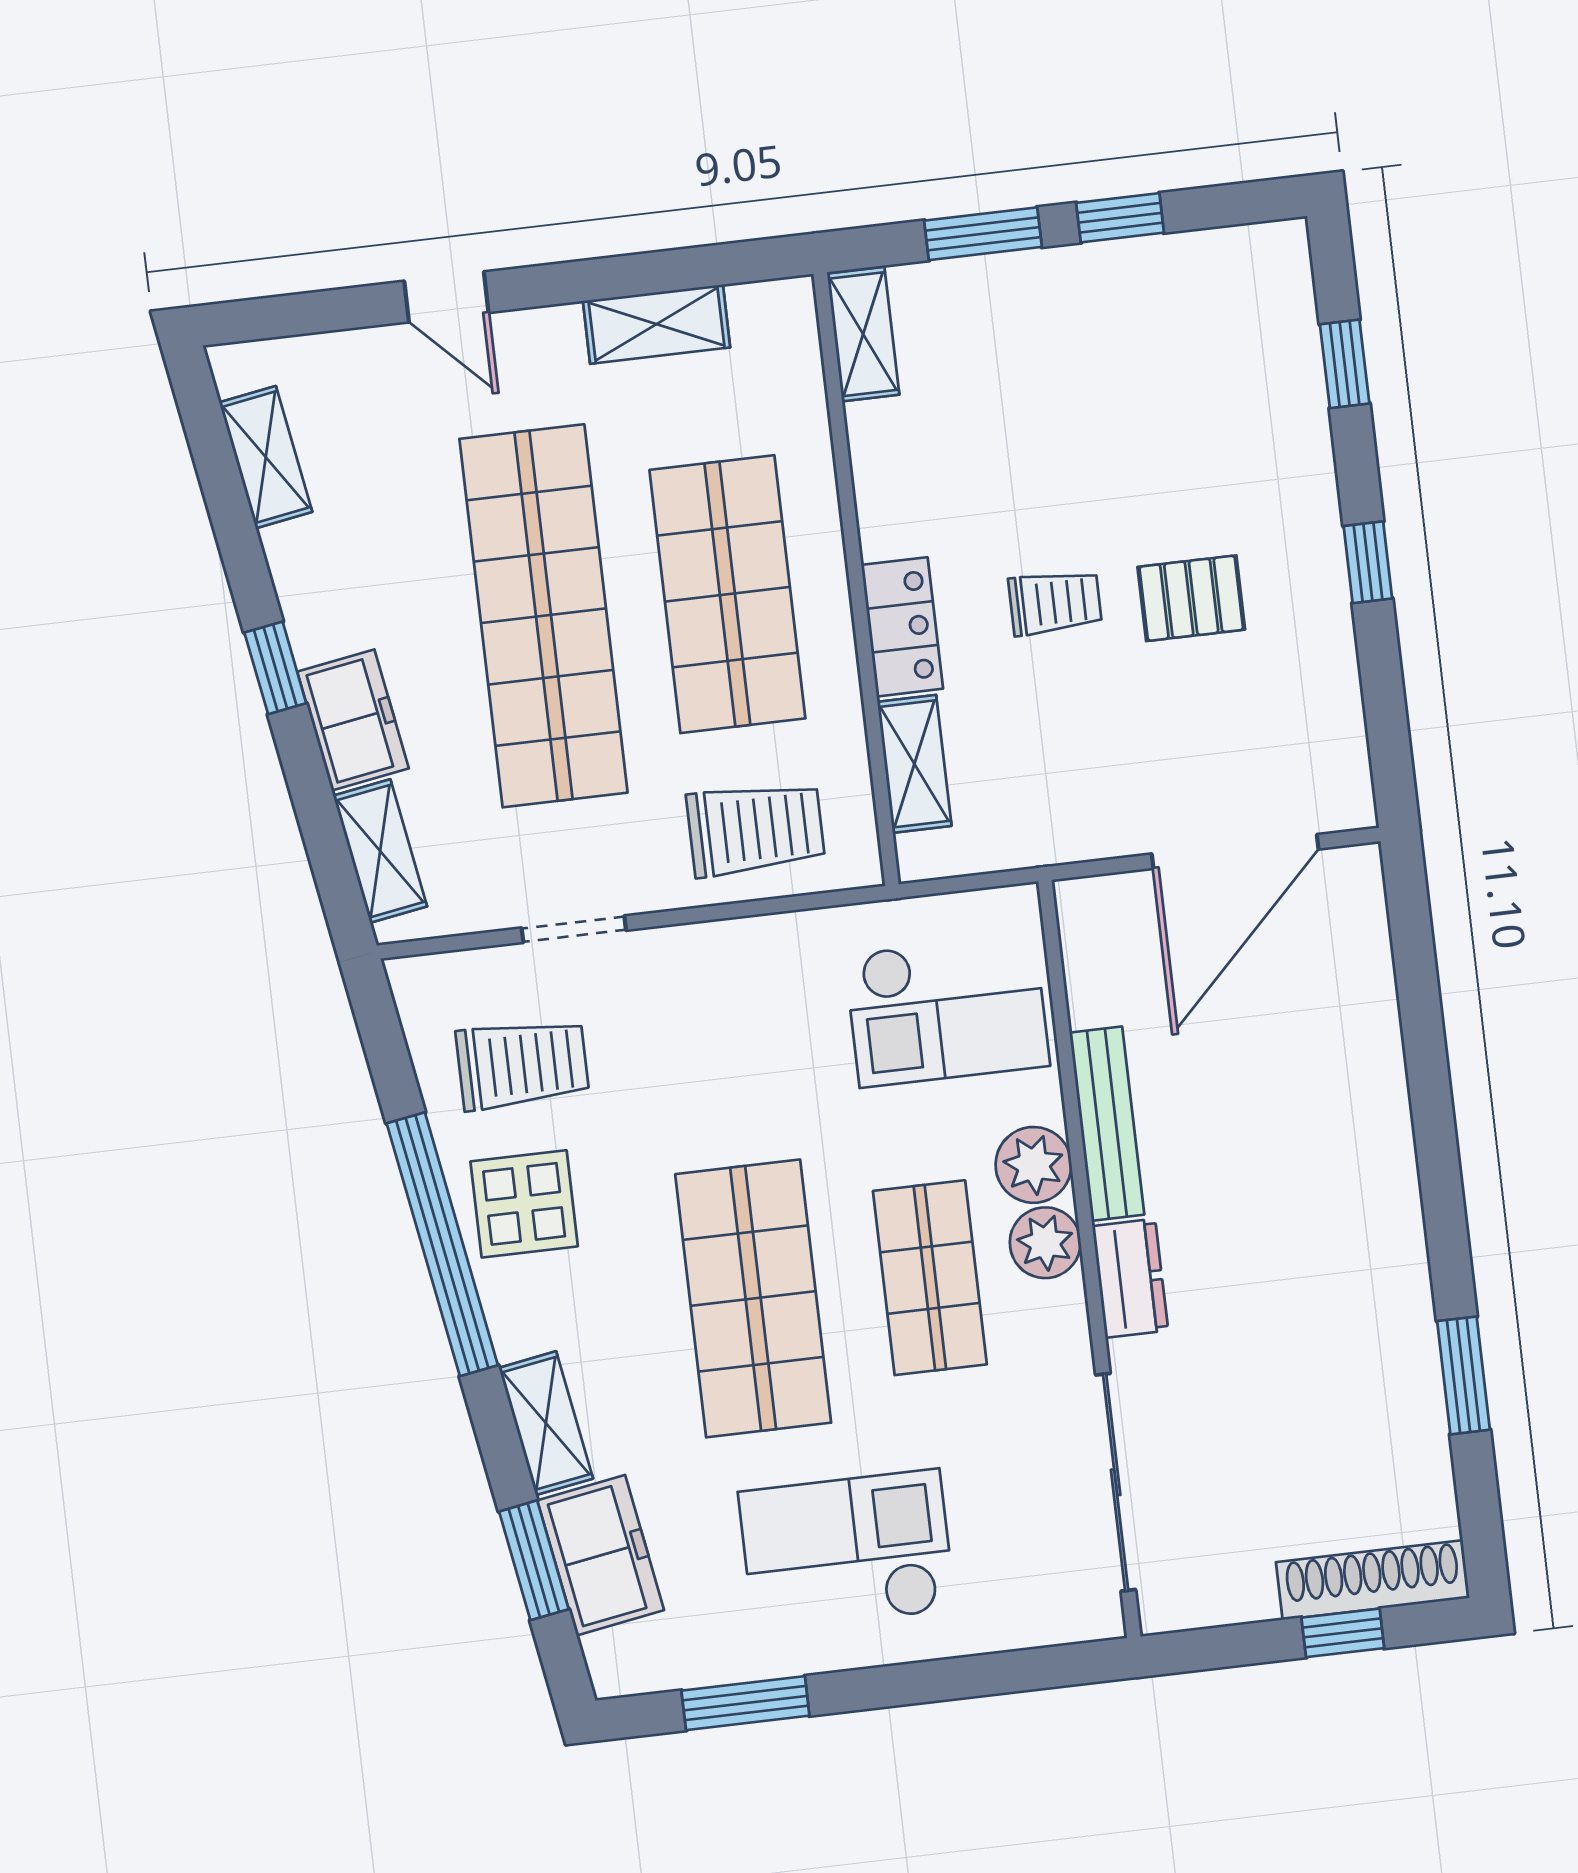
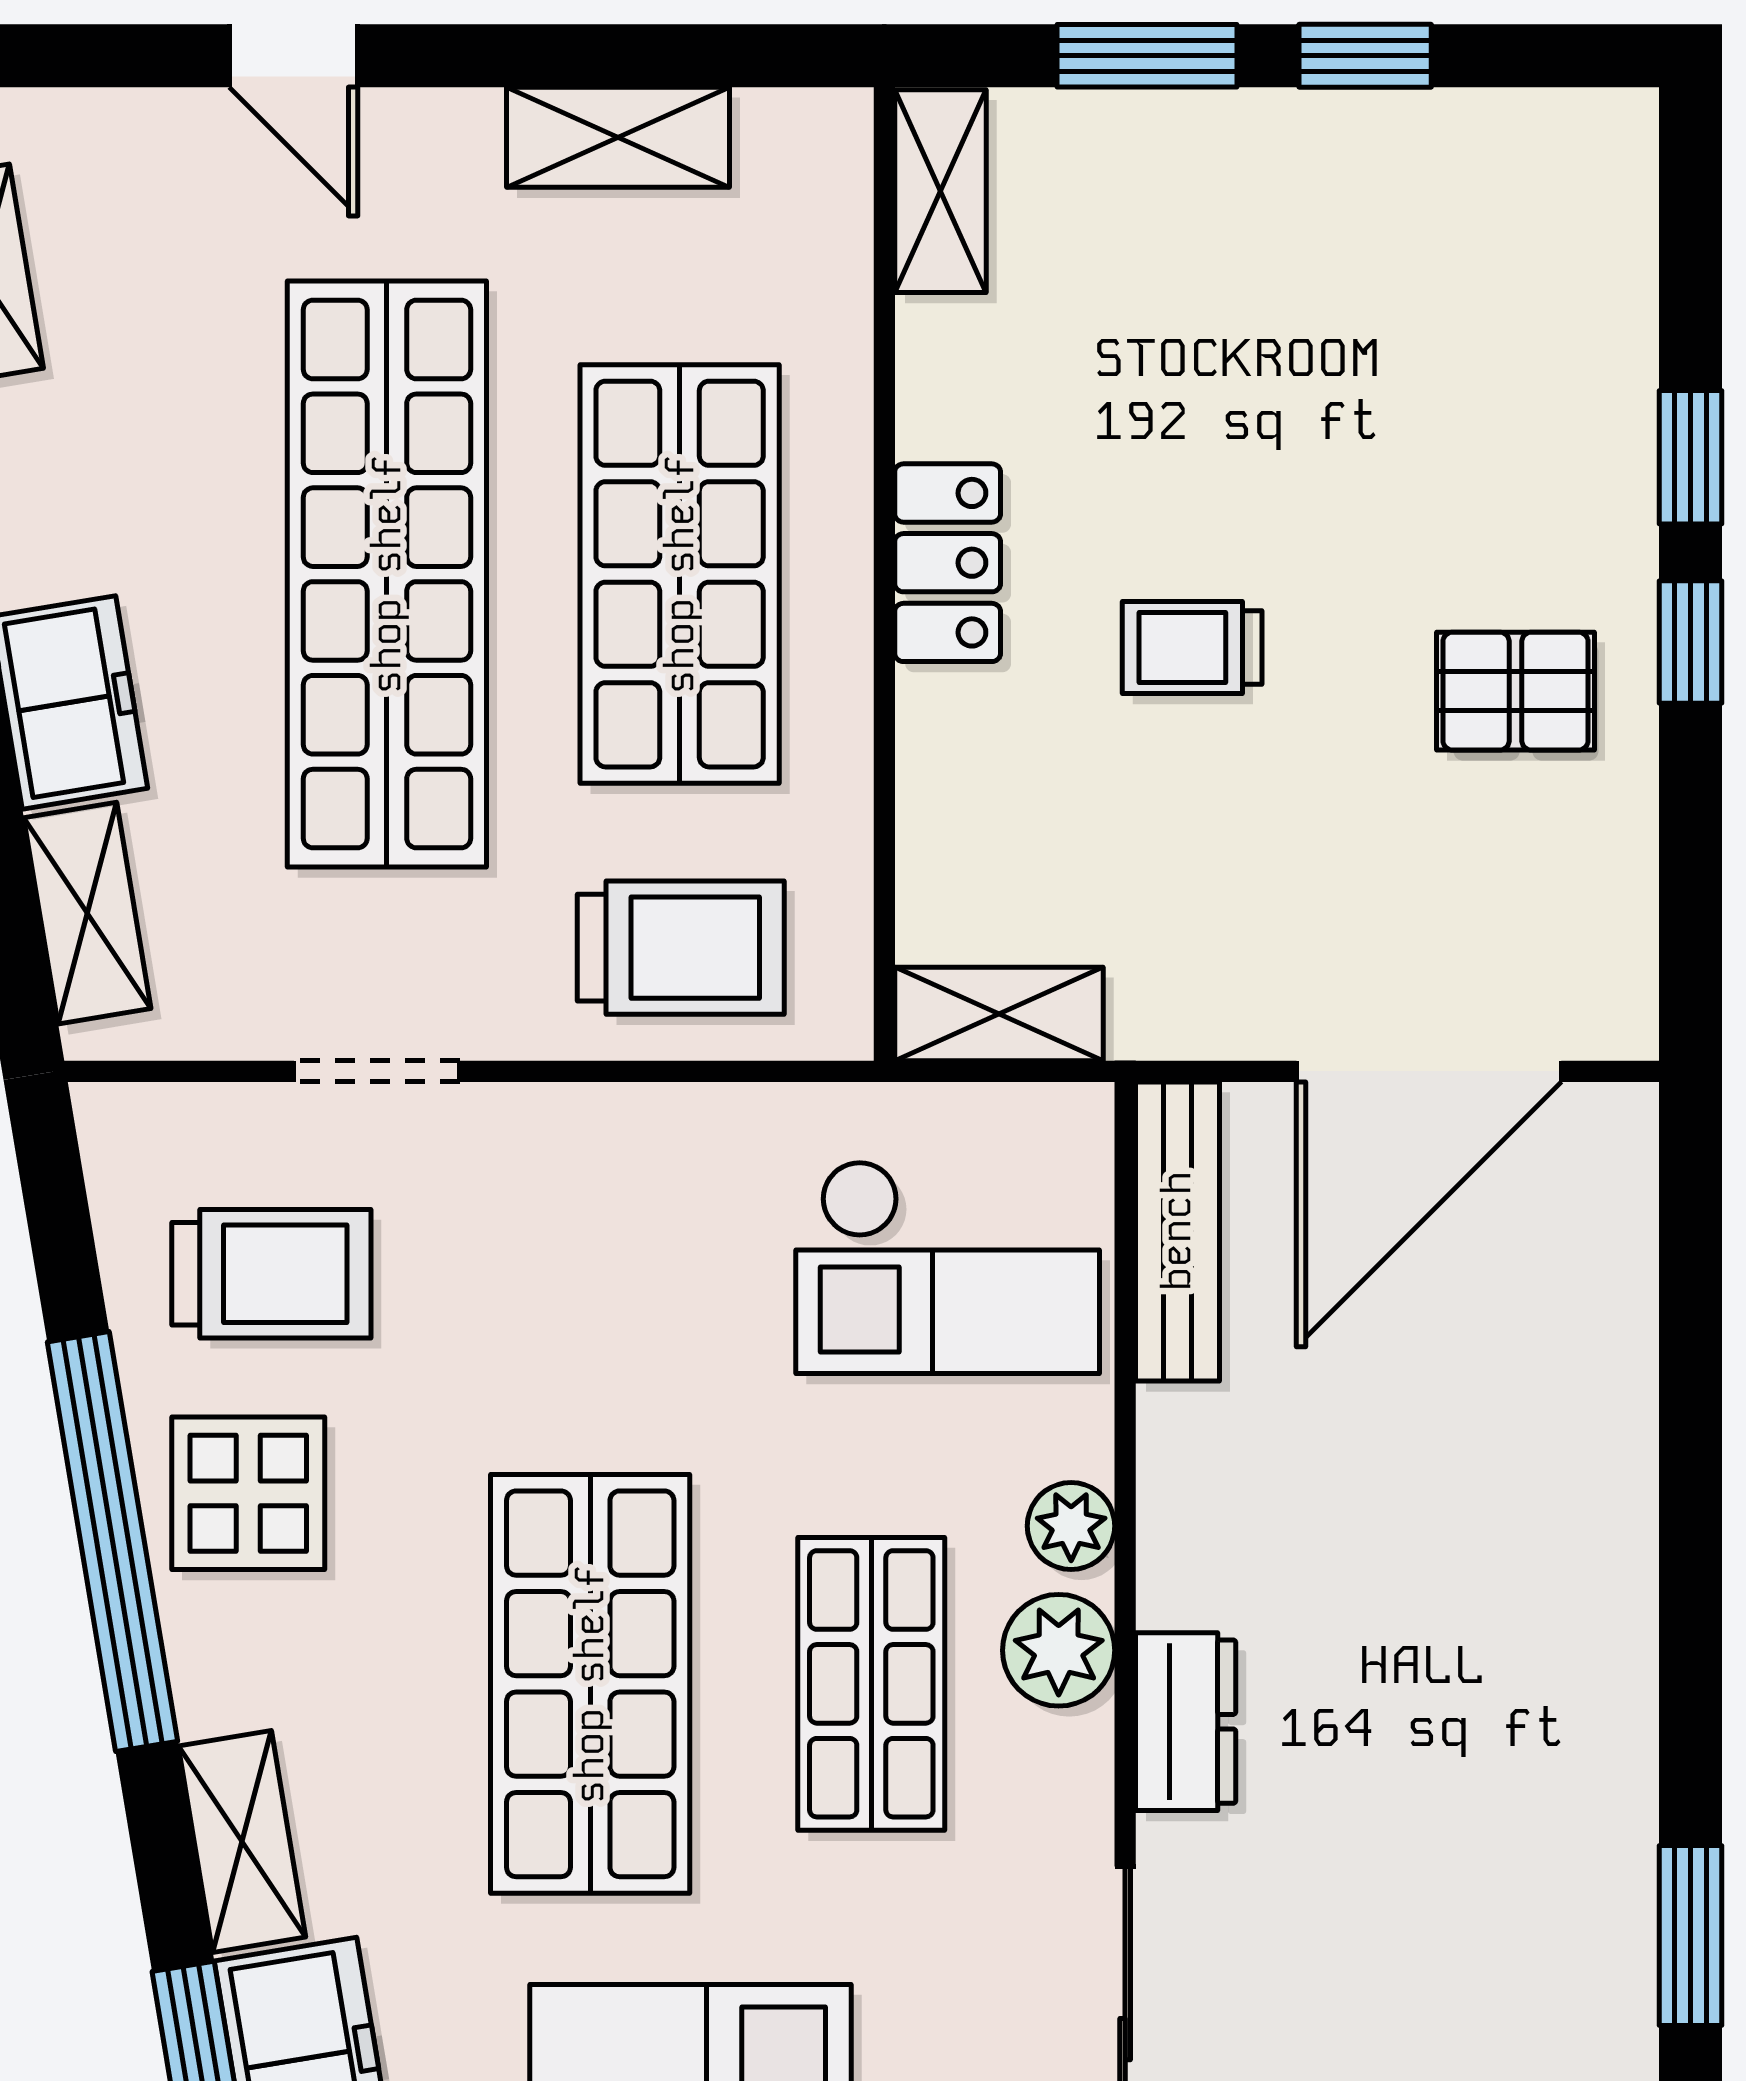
window: (1345, 364) -> (1690, 457), moved
pallet: (1191, 598) -> (1516, 691), moved
trolley: (1055, 603) -> (1192, 648), turned 180
locker: (902, 627) -> (948, 563), moved
shelving: (914, 764) -> (999, 1014), moved, turned 90
bench: (1107, 1124) -> (1177, 1231), moved
plant: (1034, 1165) -> (1071, 1526), width x0.73, depth x0.73

